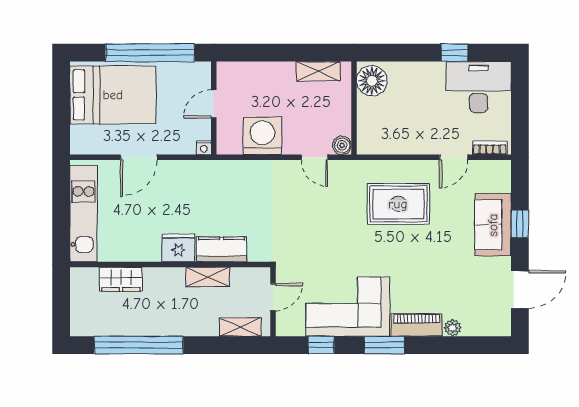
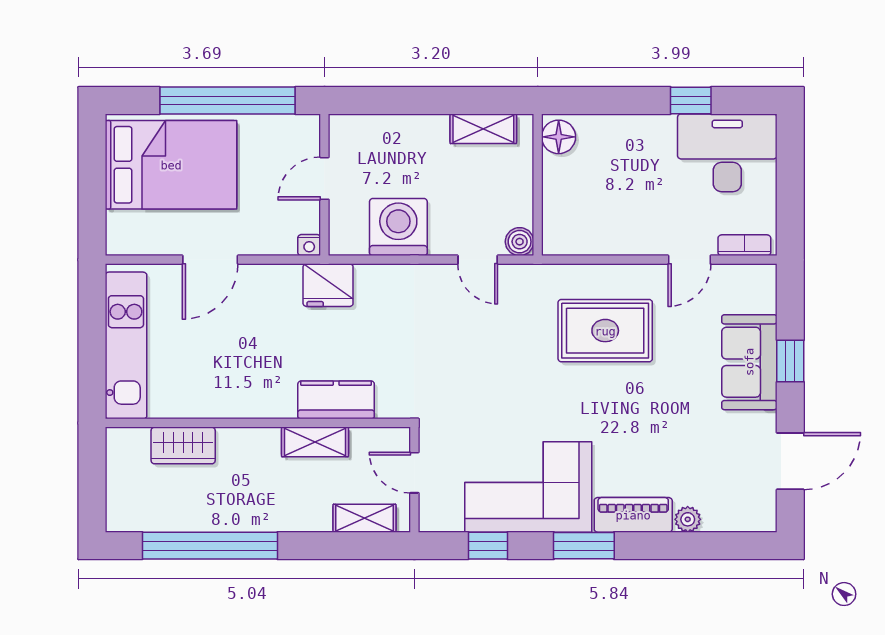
floor lamp: (372, 81) -> (559, 137), width x0.73, depth x0.73
fridge: (178, 248) -> (328, 285), moved, turned 180
door: (273, 297) -> (414, 473), swing flipped

